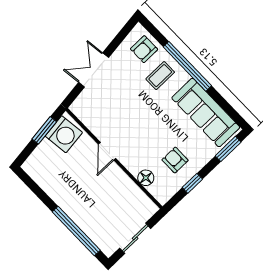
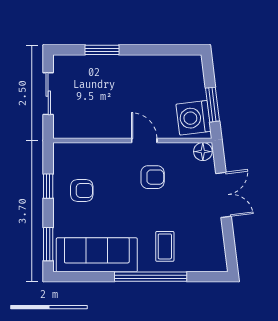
armchair: (144, 49) -> (153, 177), moved, turned 90
floor lamp: (146, 178) -> (203, 152), moved
window: (76, 231) -> (102, 50), width x0.47

